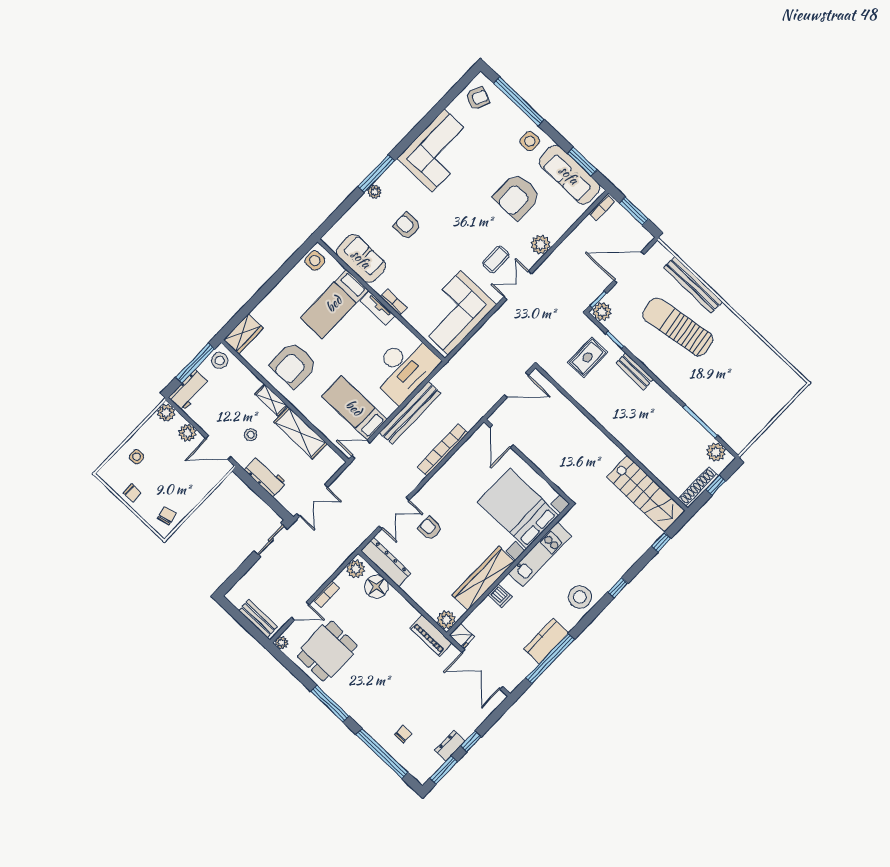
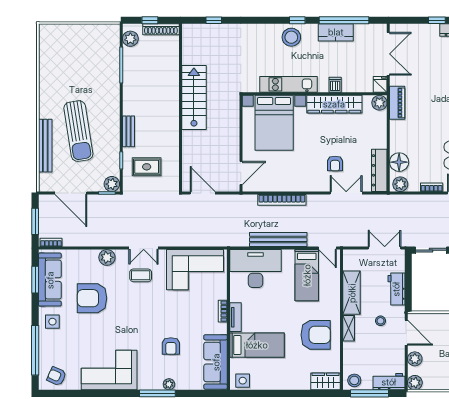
armchair: (517, 196) -> (92, 298), turned 180
sofa: (361, 259) -> (216, 362), width x1.36
stairs: (646, 494) -> (194, 97), moved
window: (618, 588) -> (297, 20), moved

